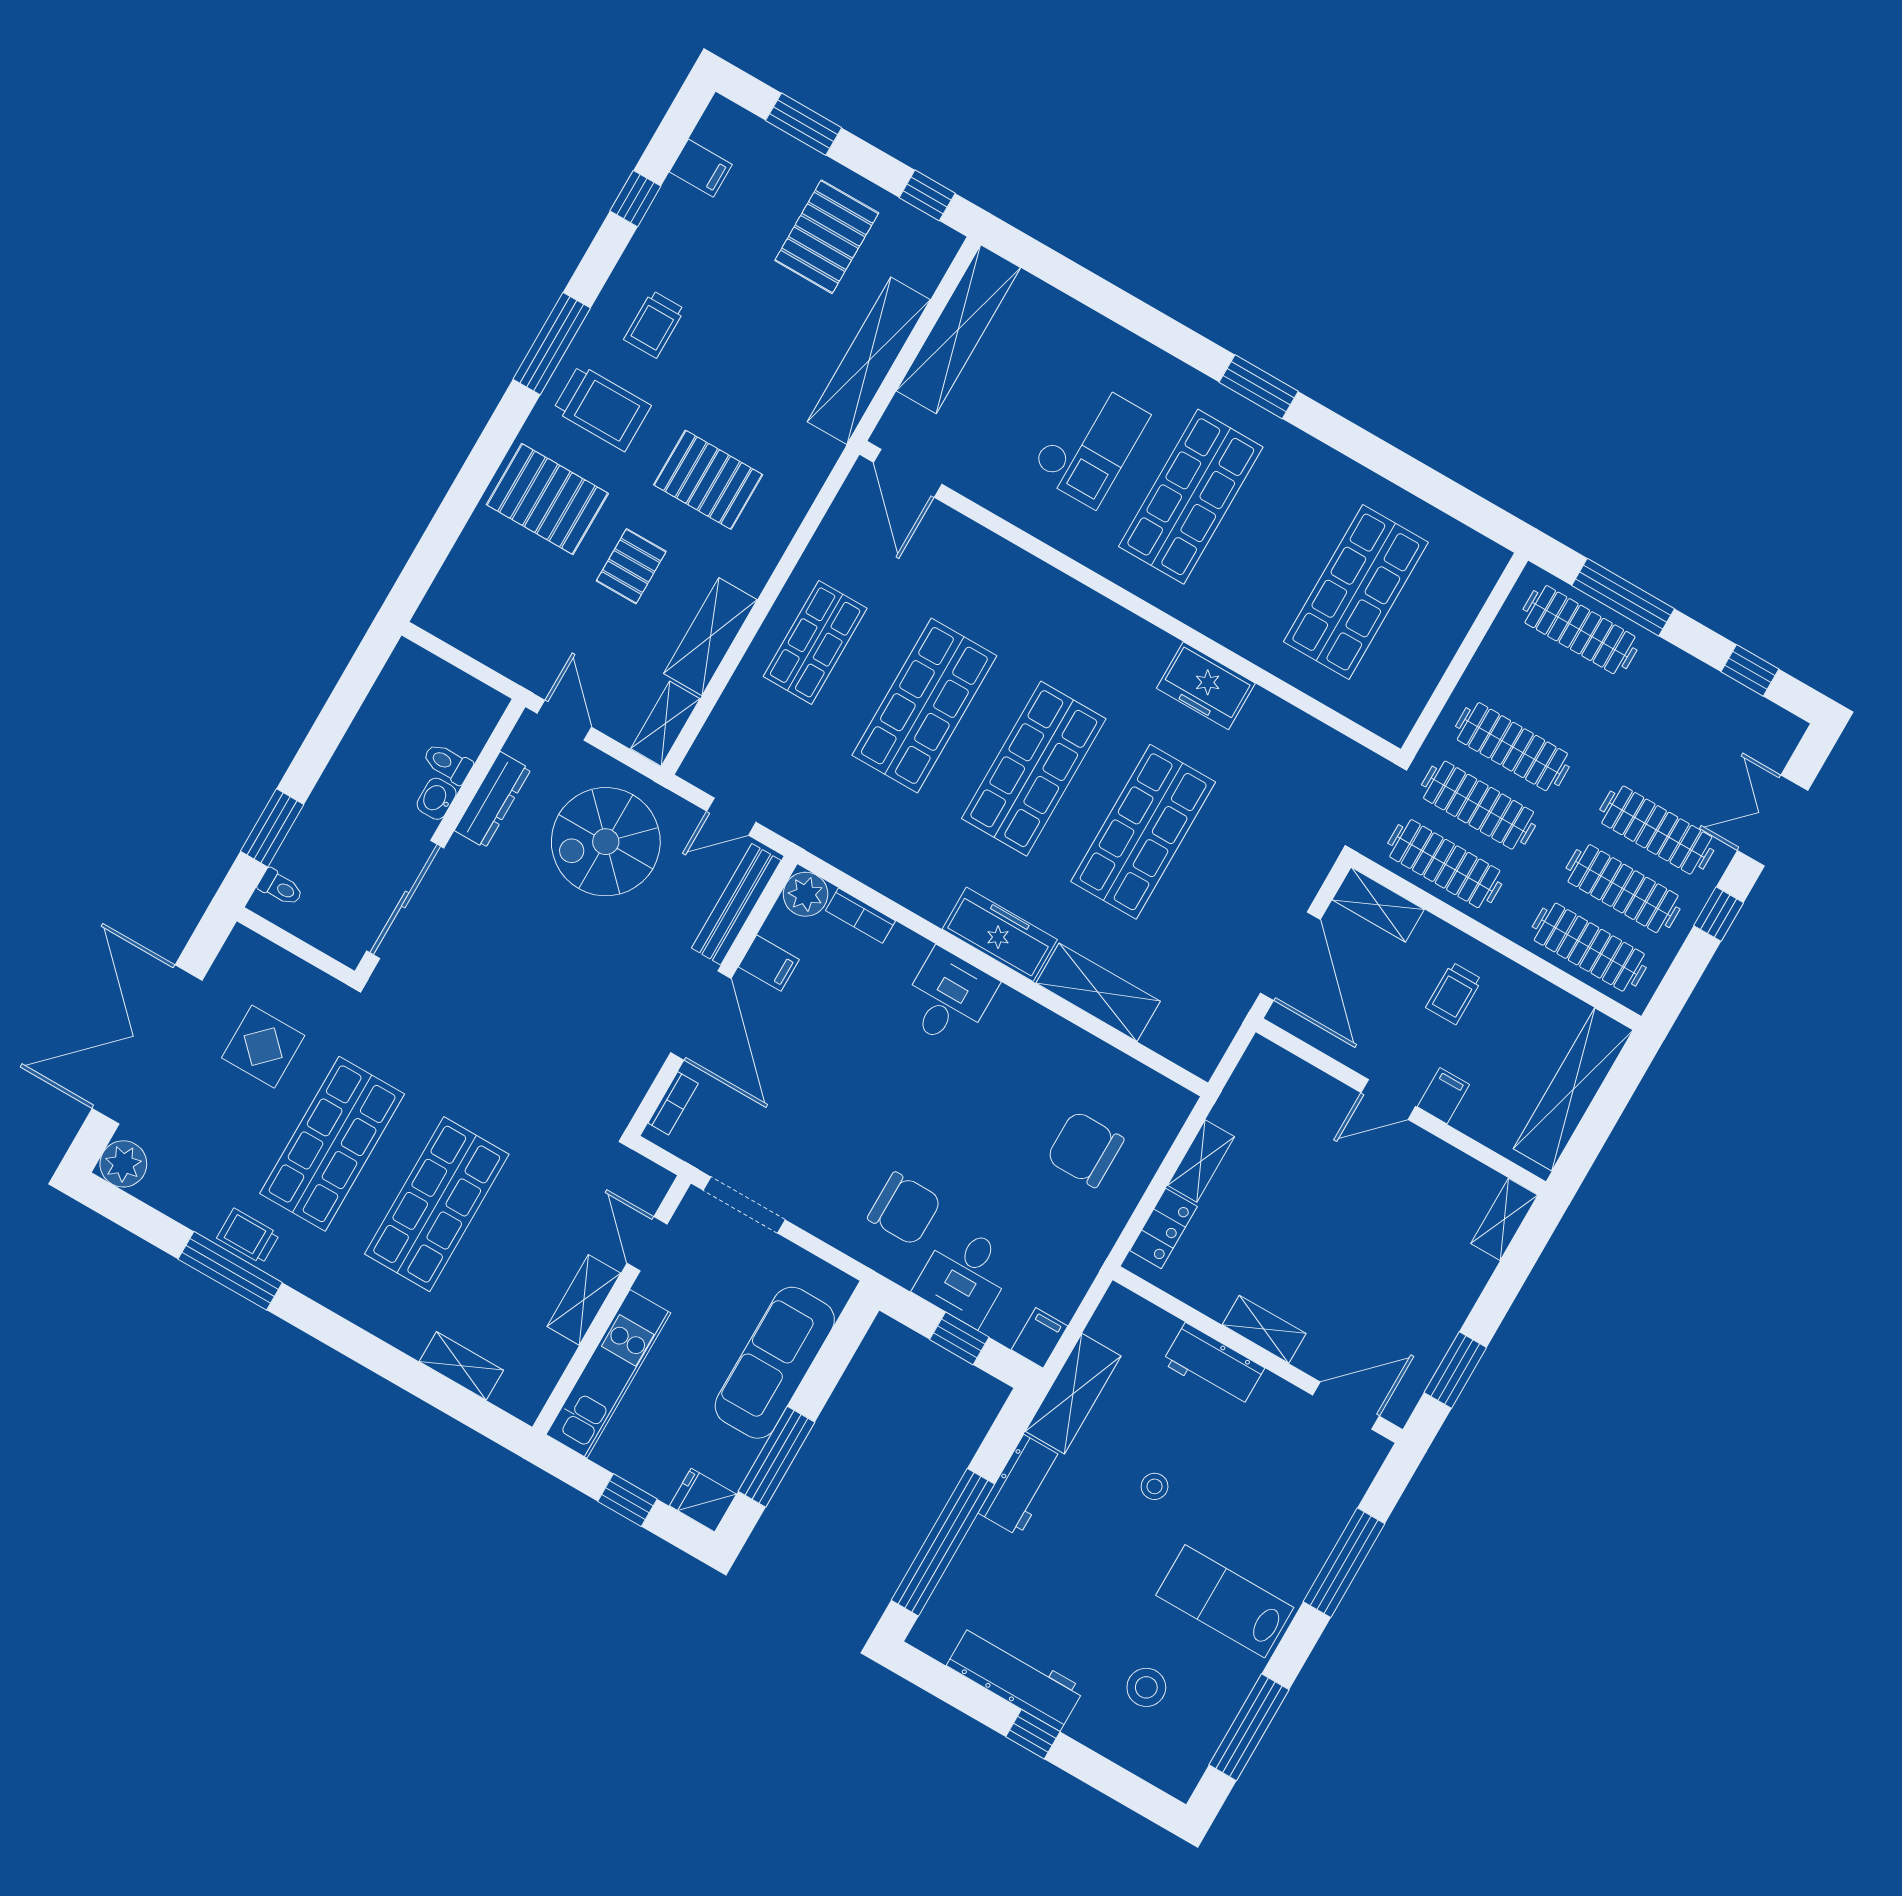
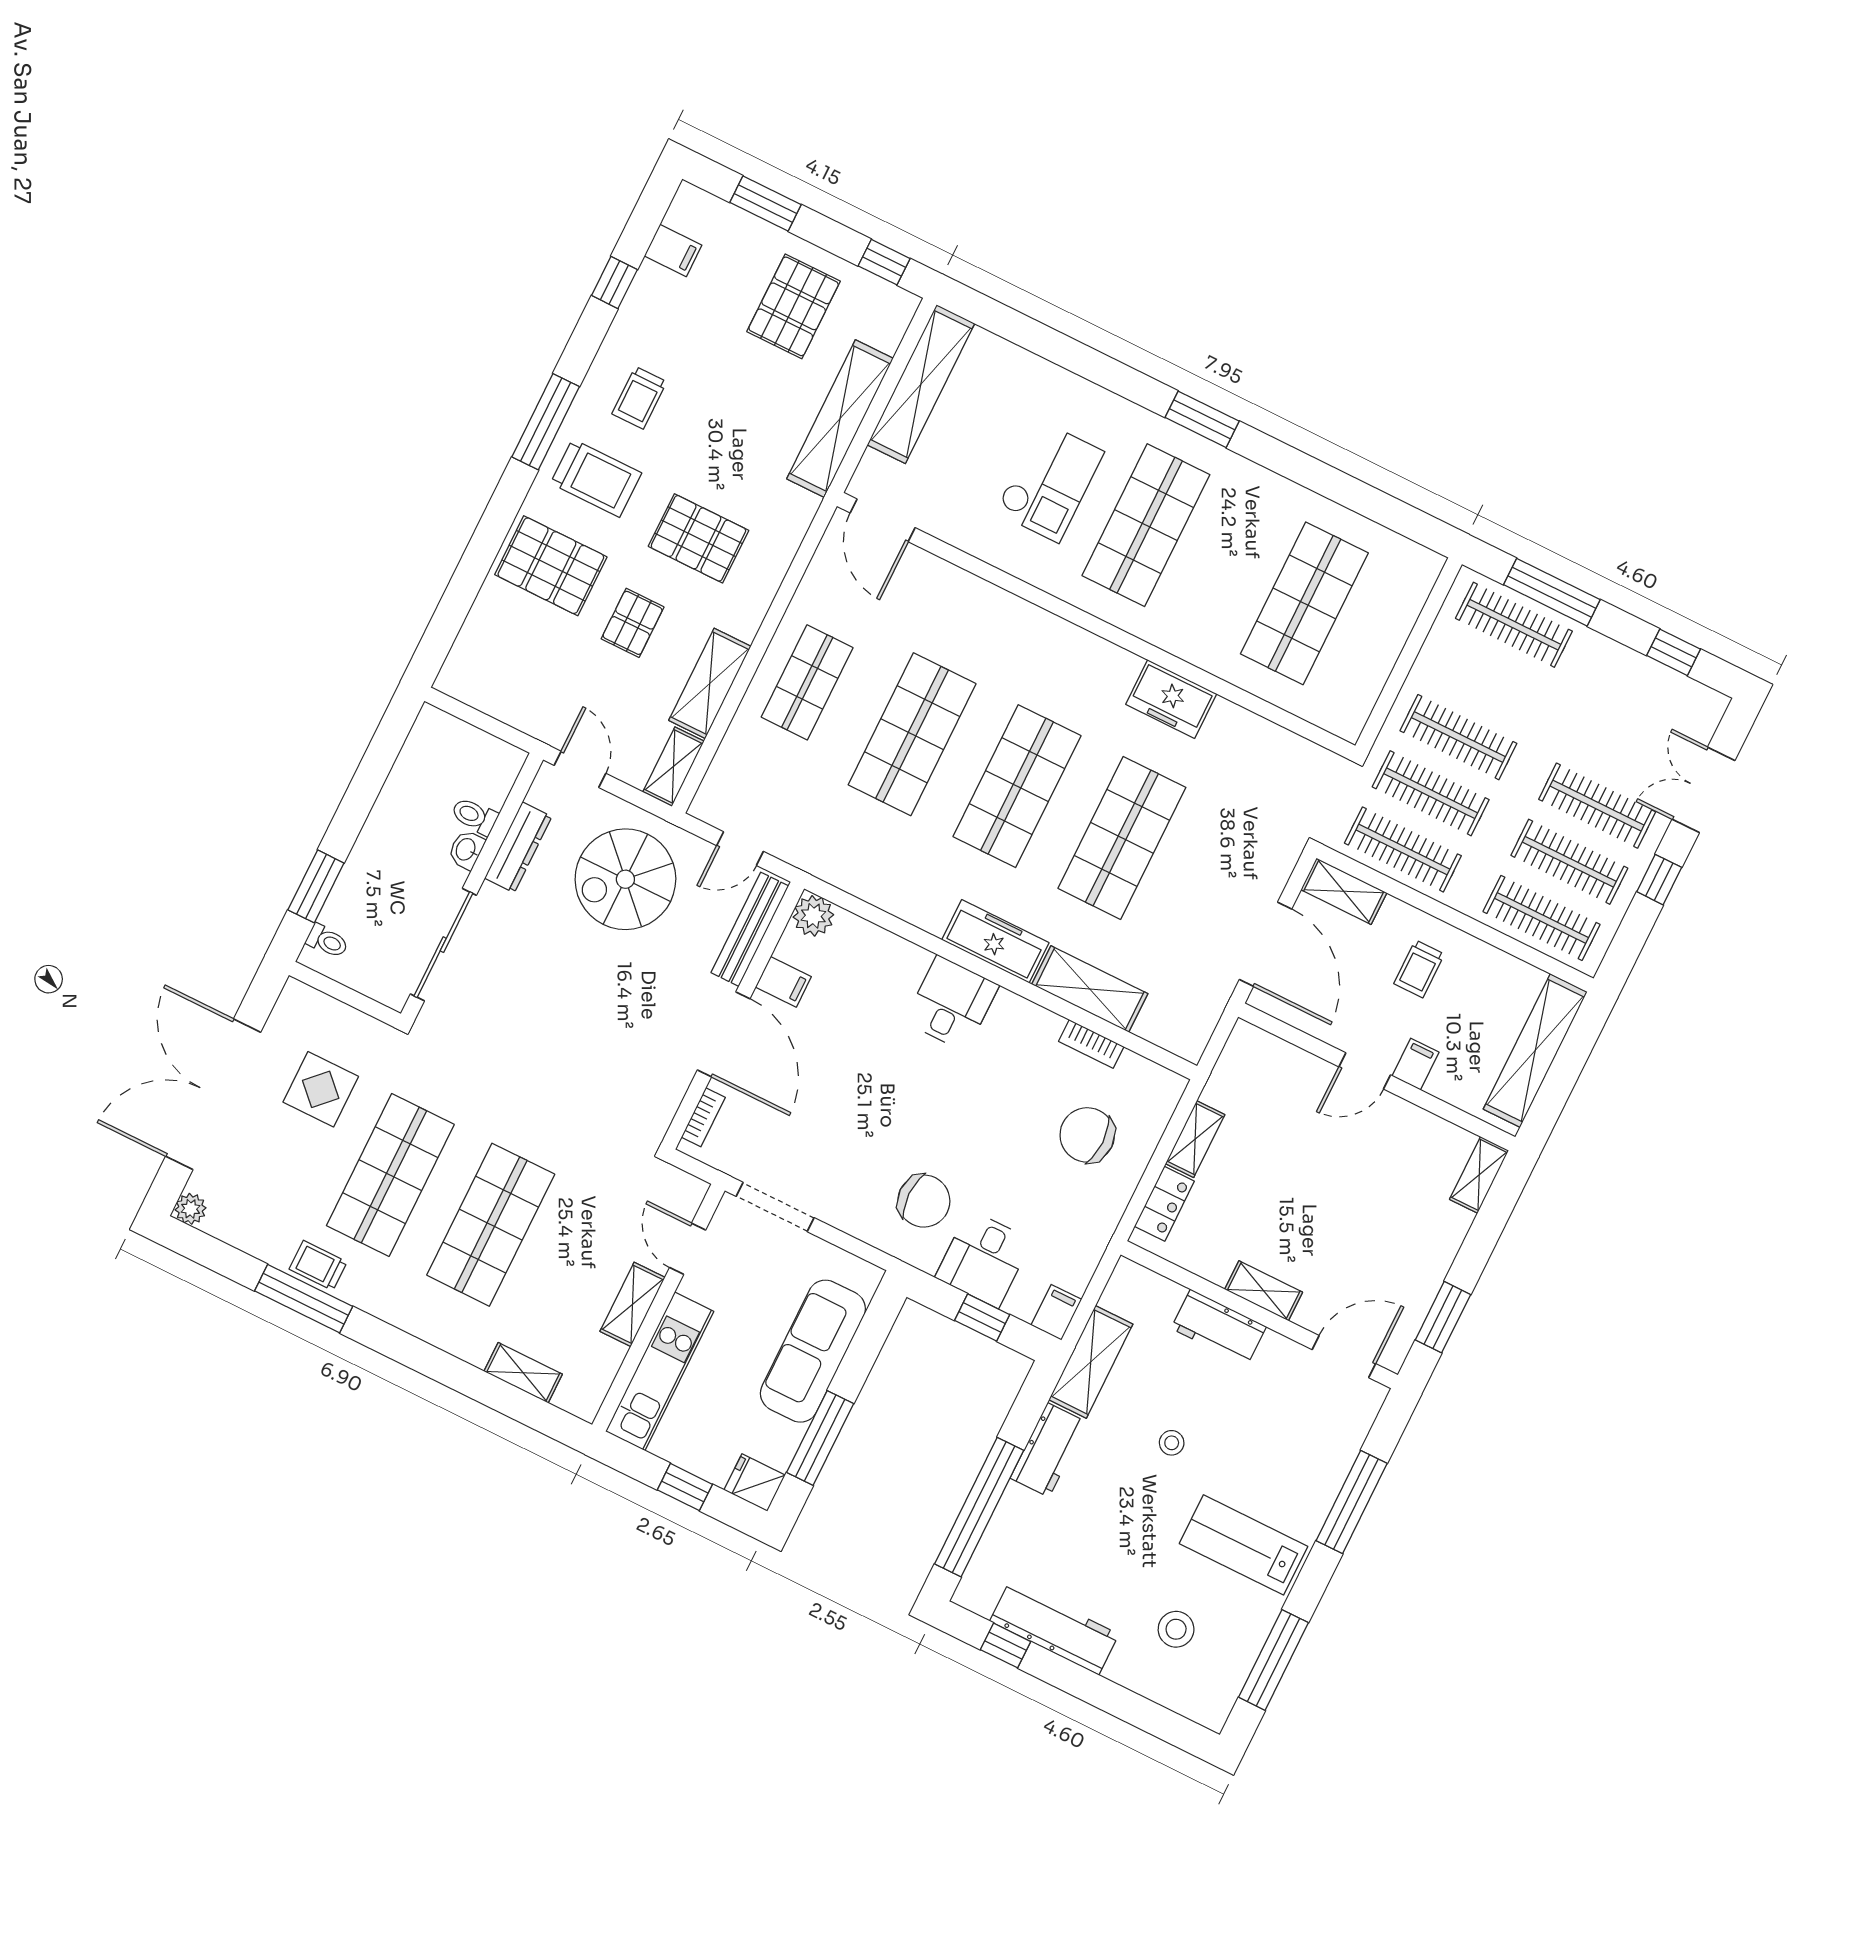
bookcase: (860, 916) -> (1091, 1044), moved
plant: (123, 1164) -> (191, 1209), width x0.73, depth x0.73
window: (1033, 1734) -> (1006, 1646), moved

